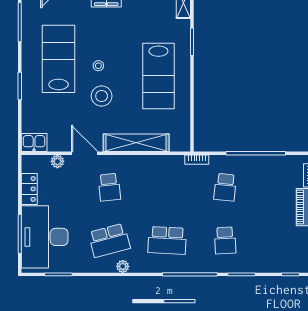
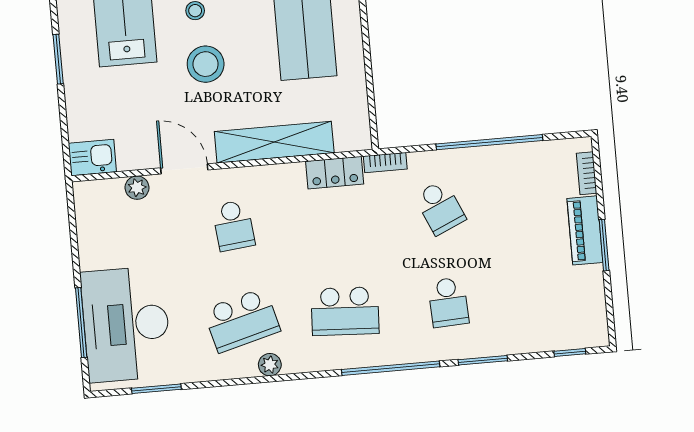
school desk: (225, 187) -> (440, 207), turned -30
locker: (29, 189) -> (335, 173), moved, turned 90

